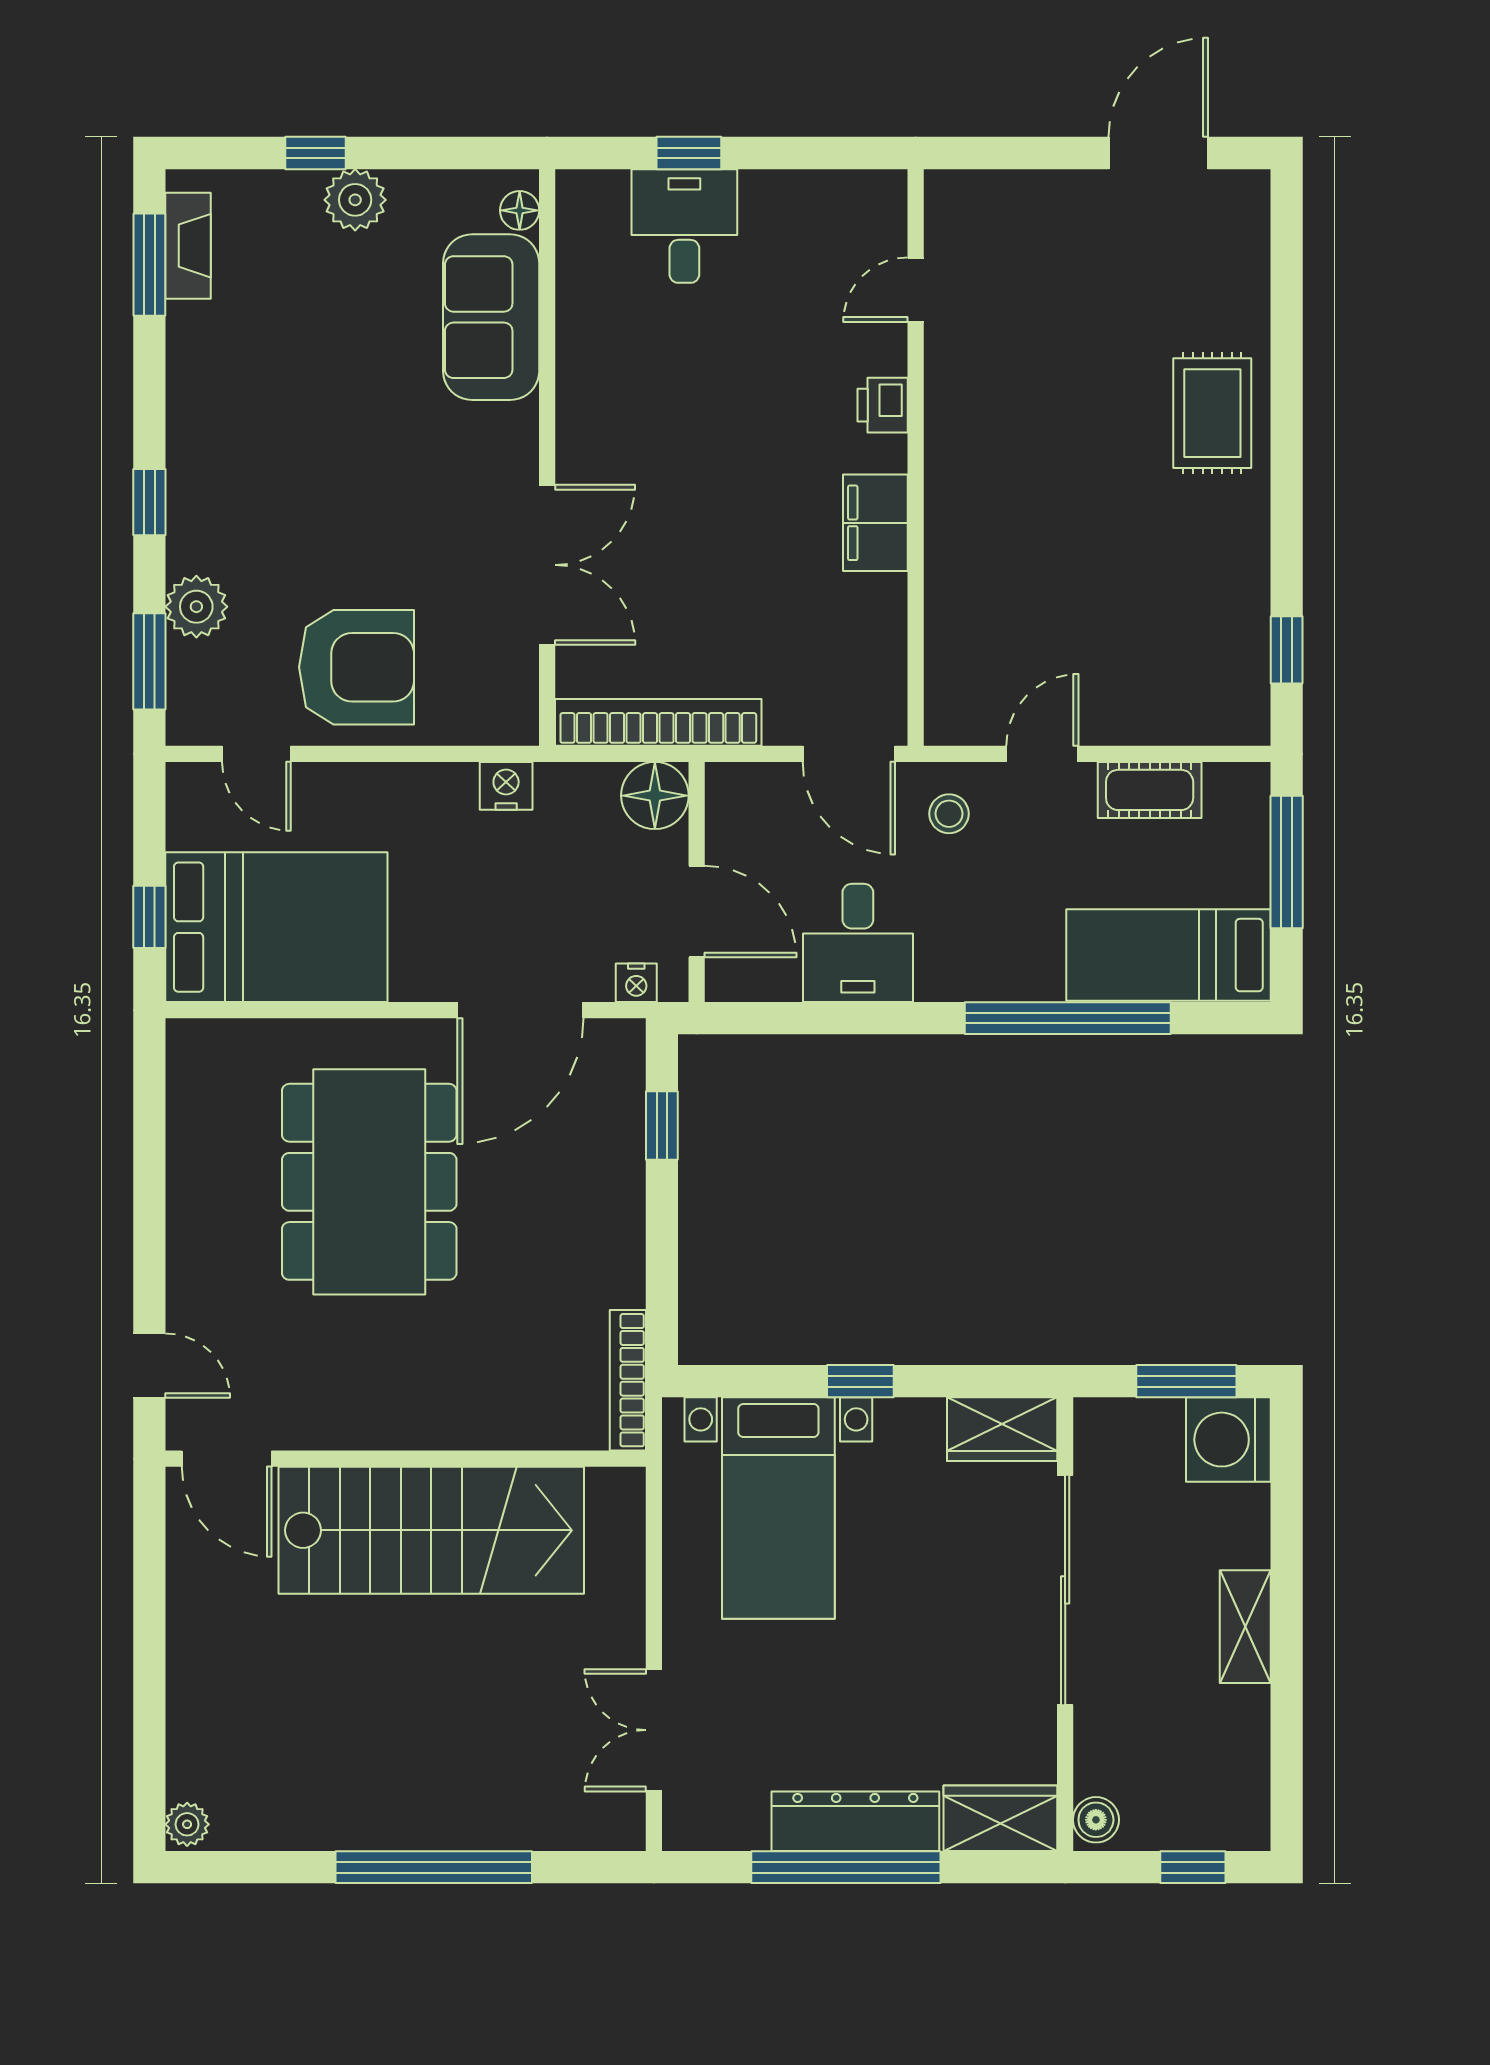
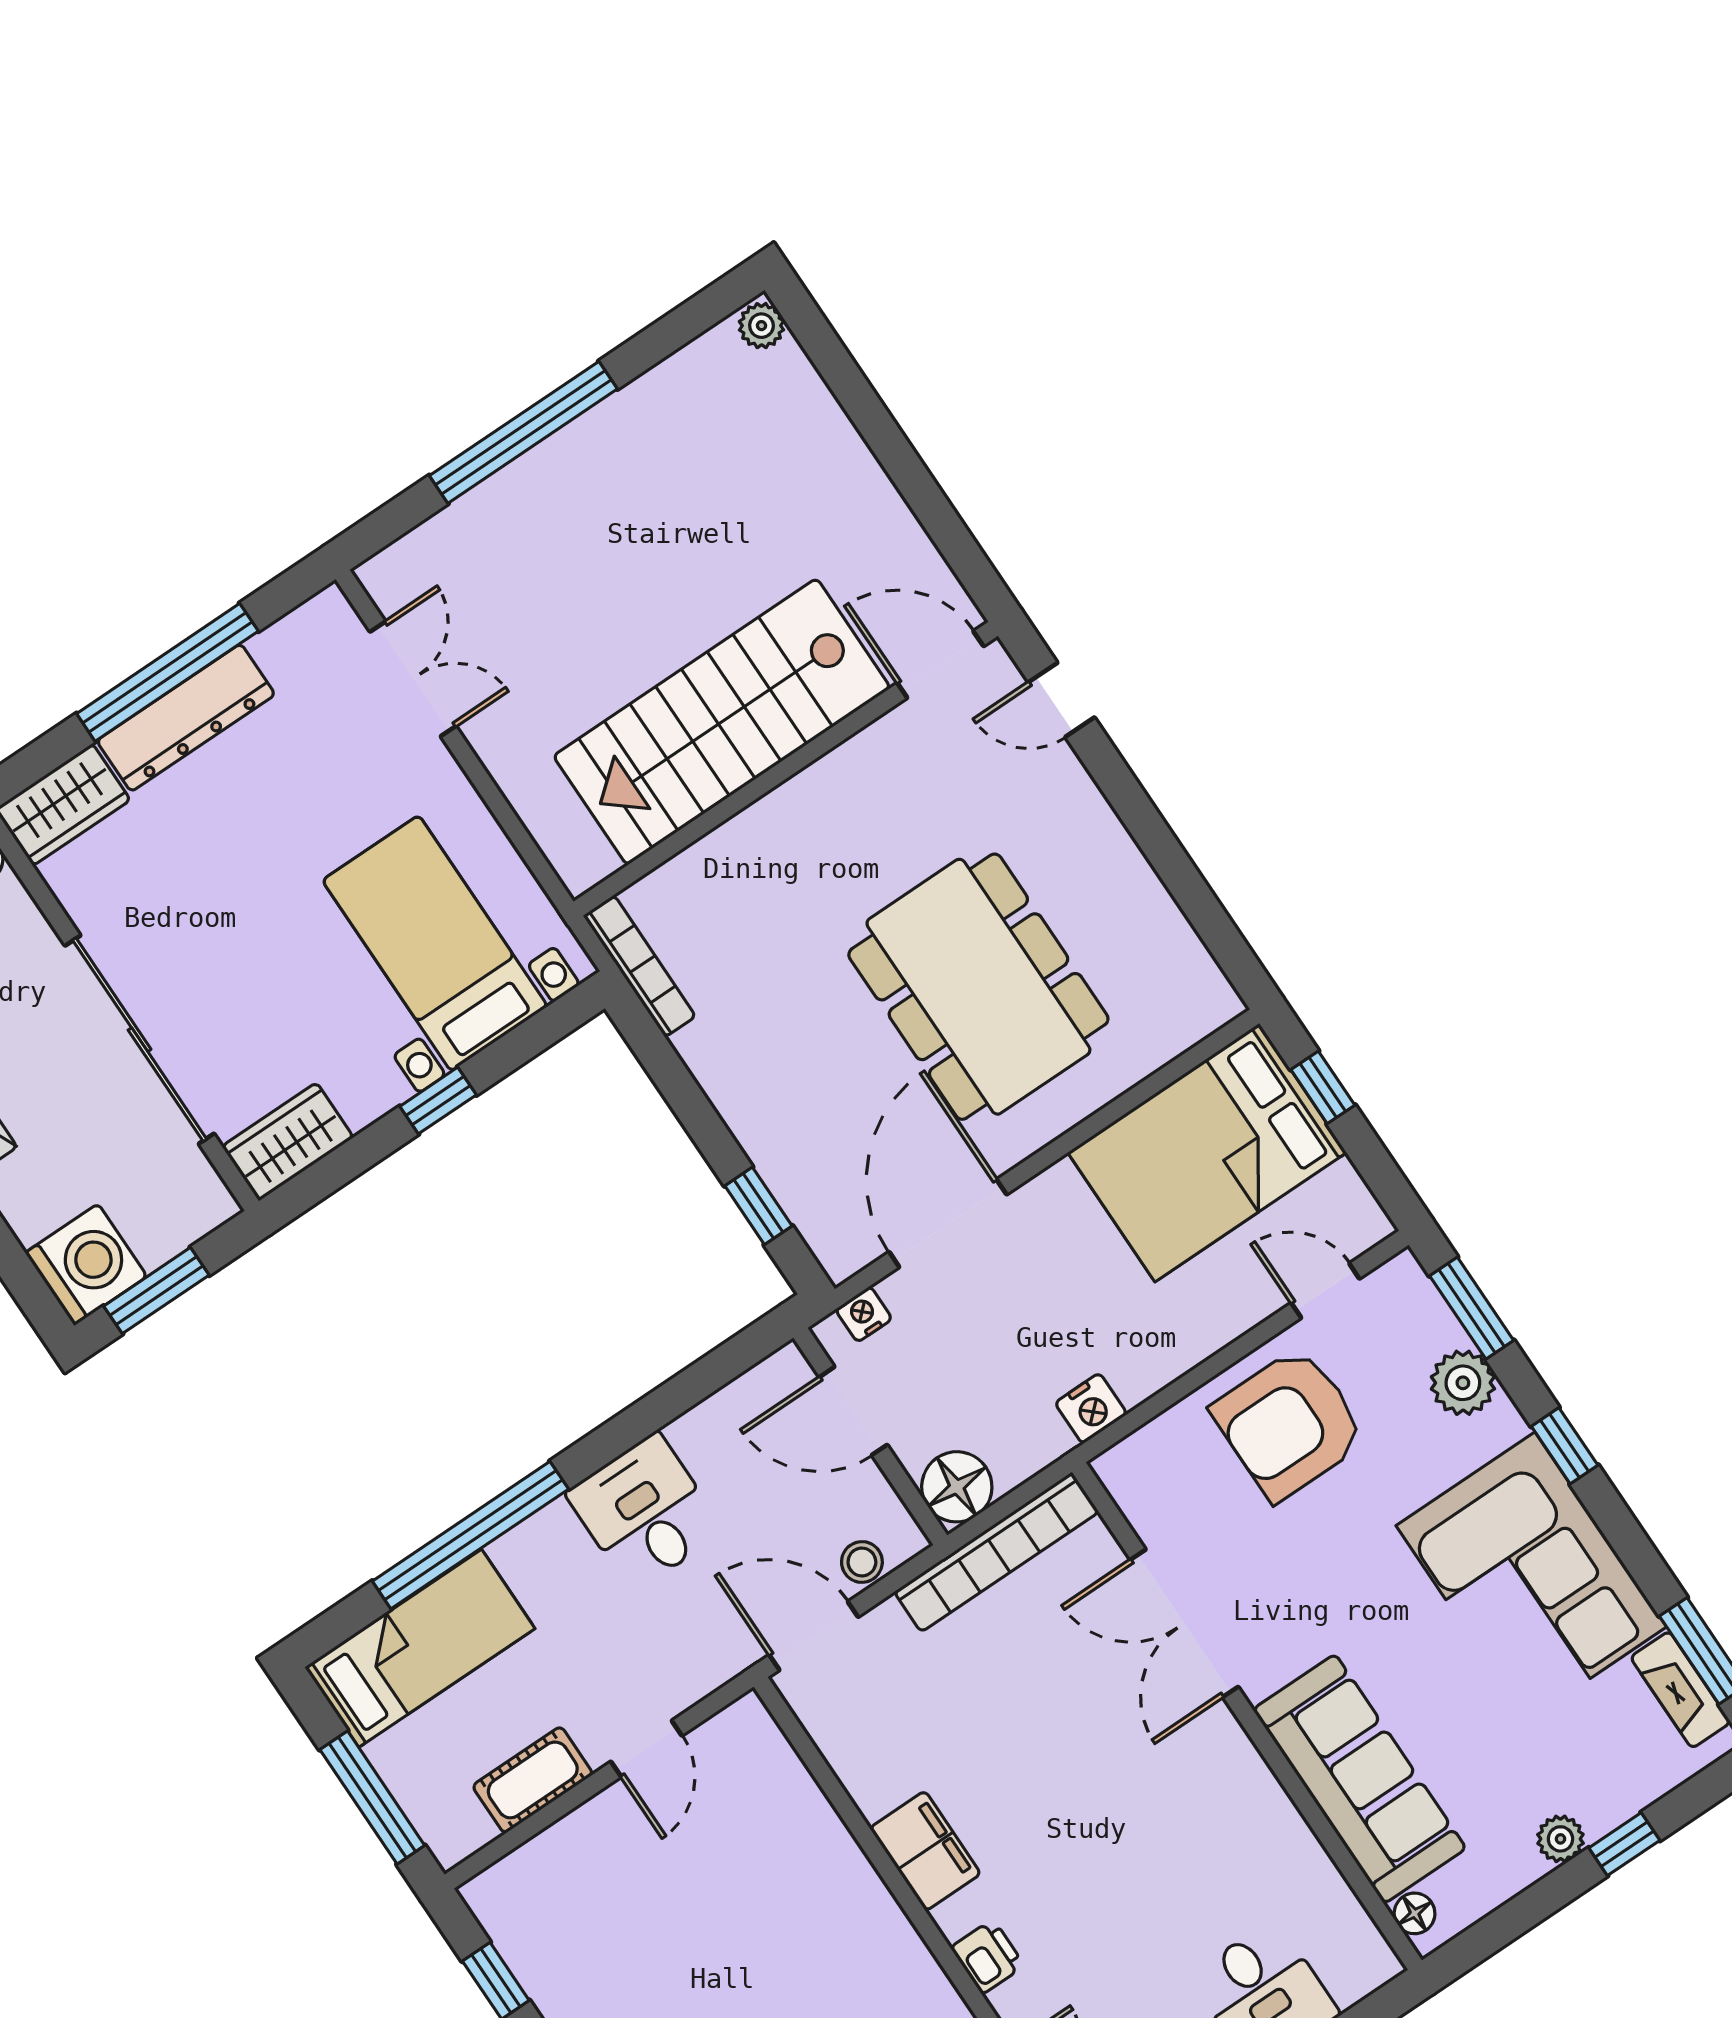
plant: (355, 200) -> (1560, 1839), width x0.73, depth x0.73
sofa: (491, 317) -> (1360, 1779), width x1.36
corner sofa: (246, 416) -> (1531, 1576), added
stool: (949, 814) -> (862, 1562), moved
desk: (858, 943) -> (645, 1512), moved

